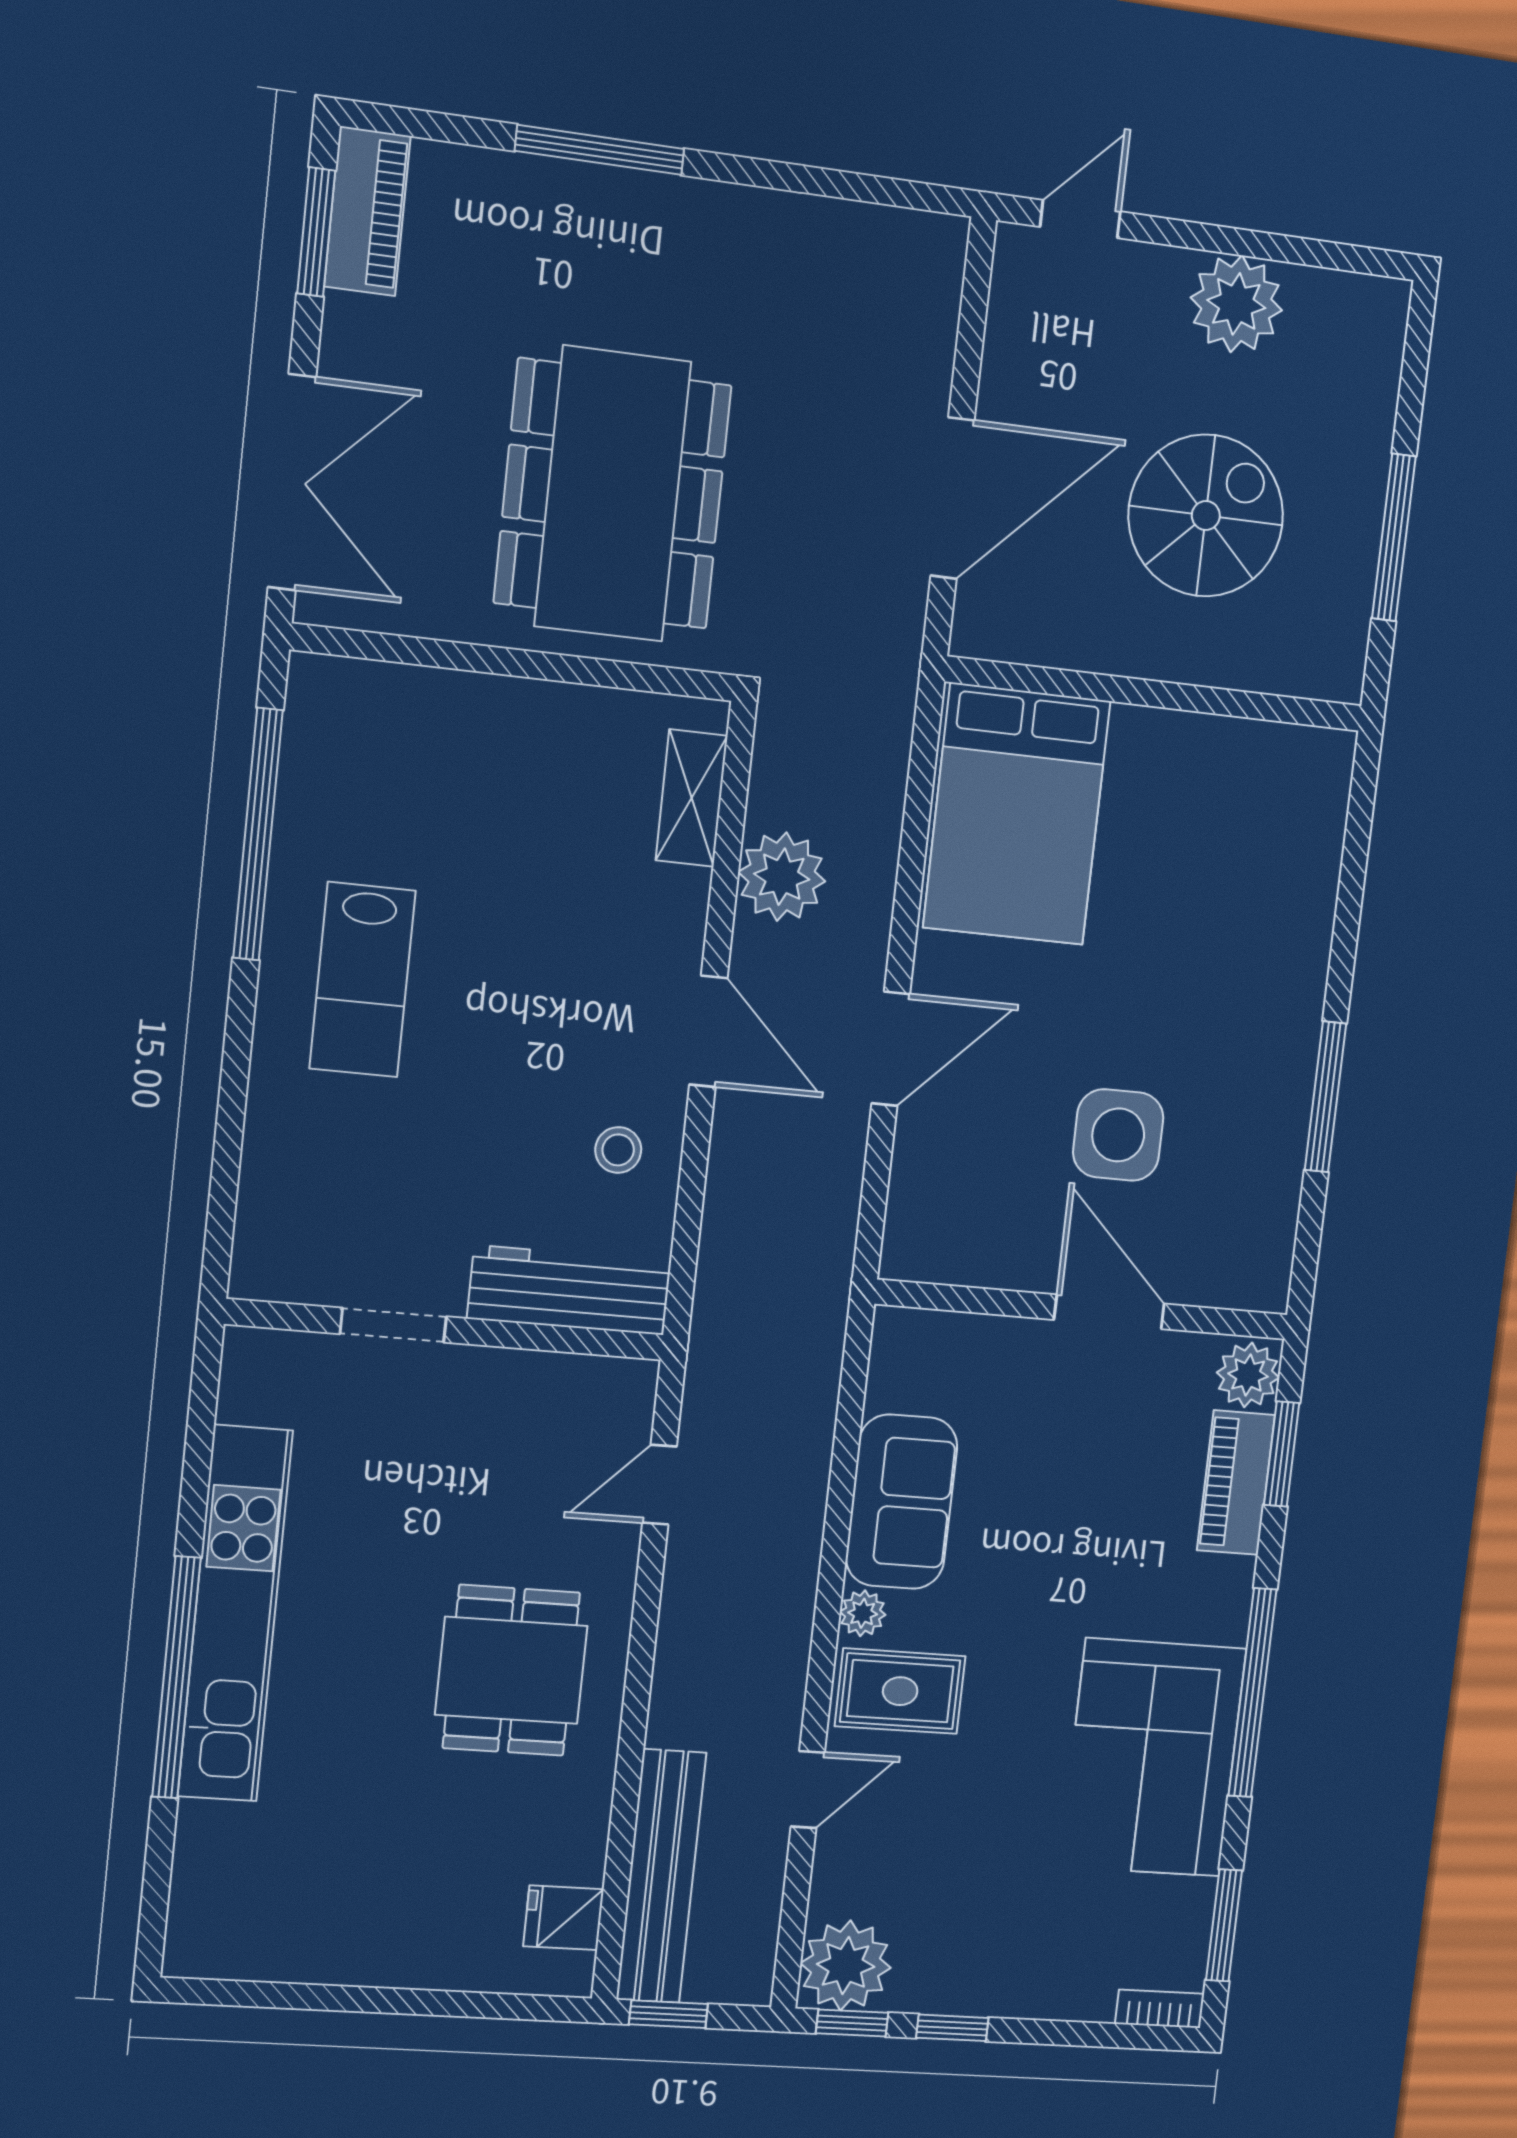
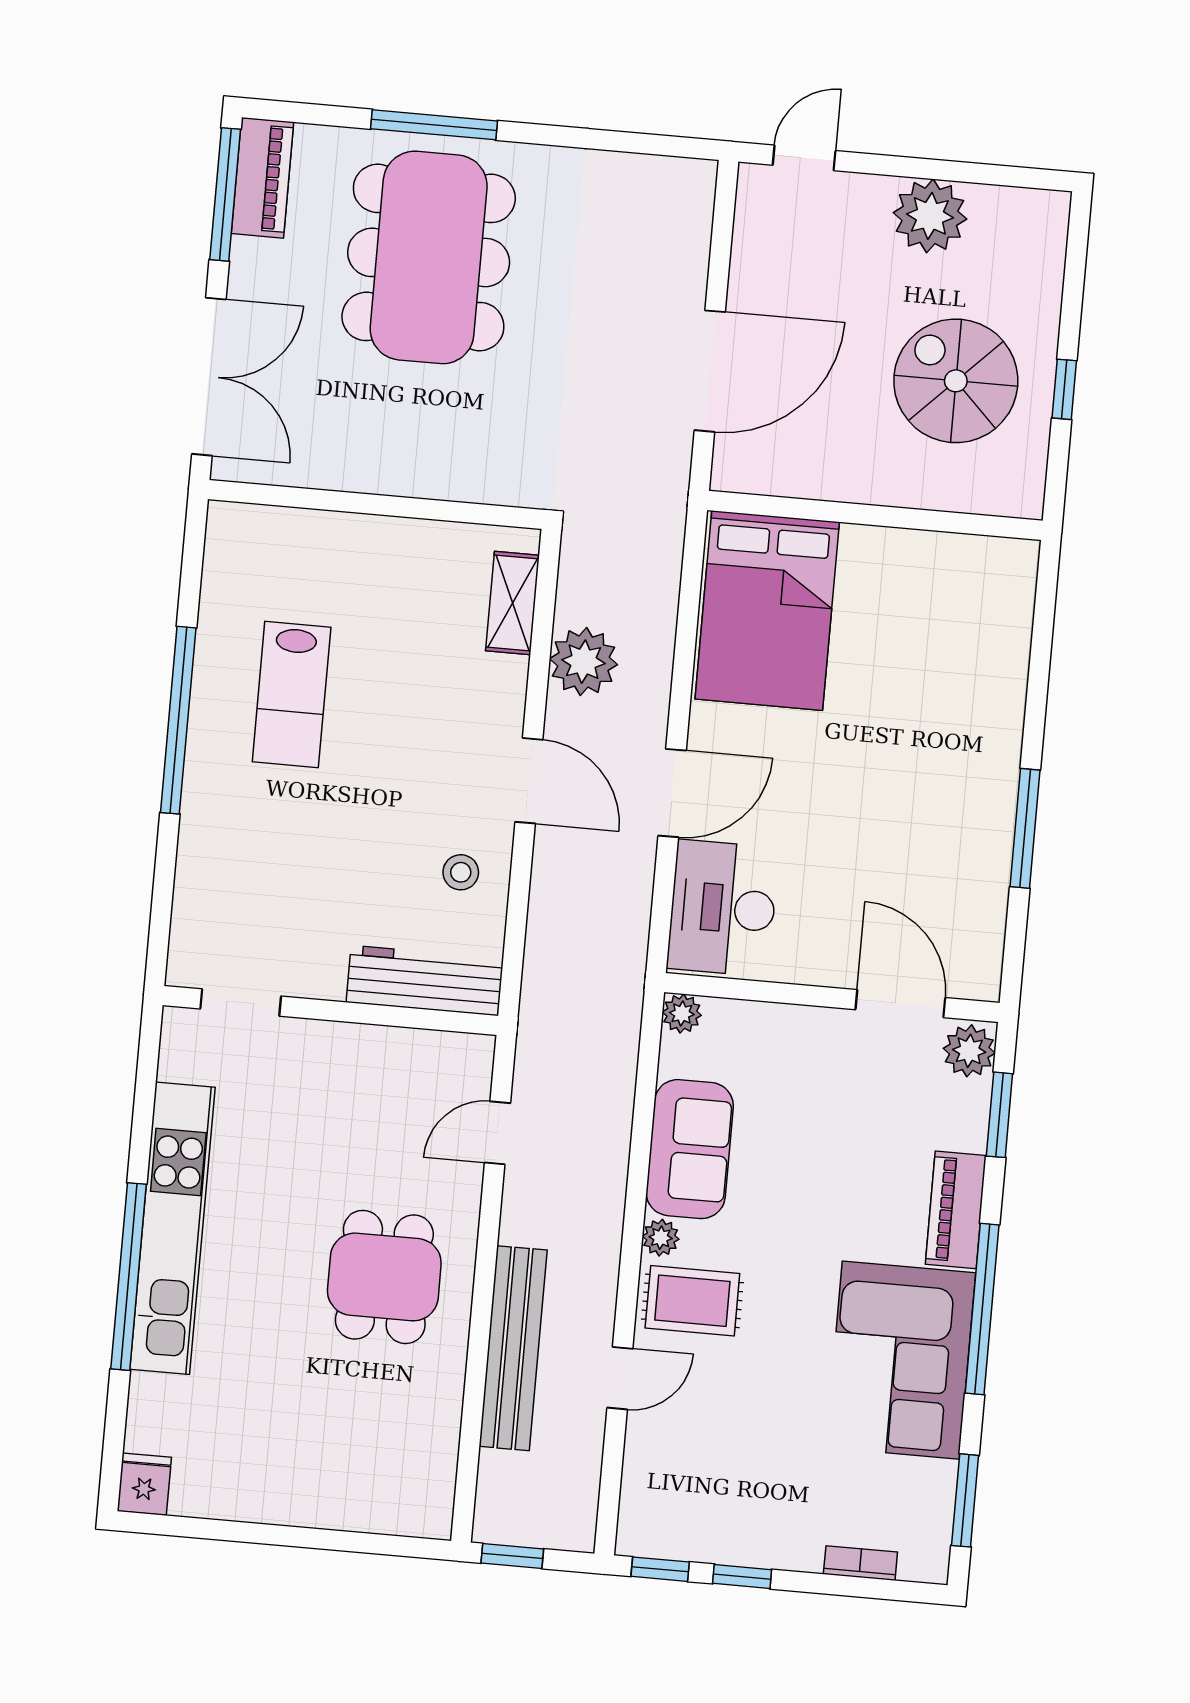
window: (316, 232) -> (225, 194), width x1.44
dining table: (613, 494) -> (429, 257), moved
spiral stairs: (1206, 516) -> (956, 381), moved, turned -90
window: (1394, 537) -> (1064, 389), width x0.46
window: (258, 834) -> (178, 720), moved
lab bench: (363, 980) -> (292, 694), moved
side table: (1118, 1135) -> (856, 859), removed
desk: (951, 1196) -> (723, 908), added
door: (1109, 1312) -> (900, 1004), moved
doorway: (393, 1325) -> (241, 1002), moved
piano: (1236, 1483) -> (956, 1210), moved
bench: (661, 1876) -> (513, 1348), moved
fridge: (563, 1918) -> (144, 1484), moved, turned 90
plant: (846, 1965) -> (682, 1014), moved, width x0.53, depth x0.53
bookcase: (1160, 2009) -> (860, 1563), moved

